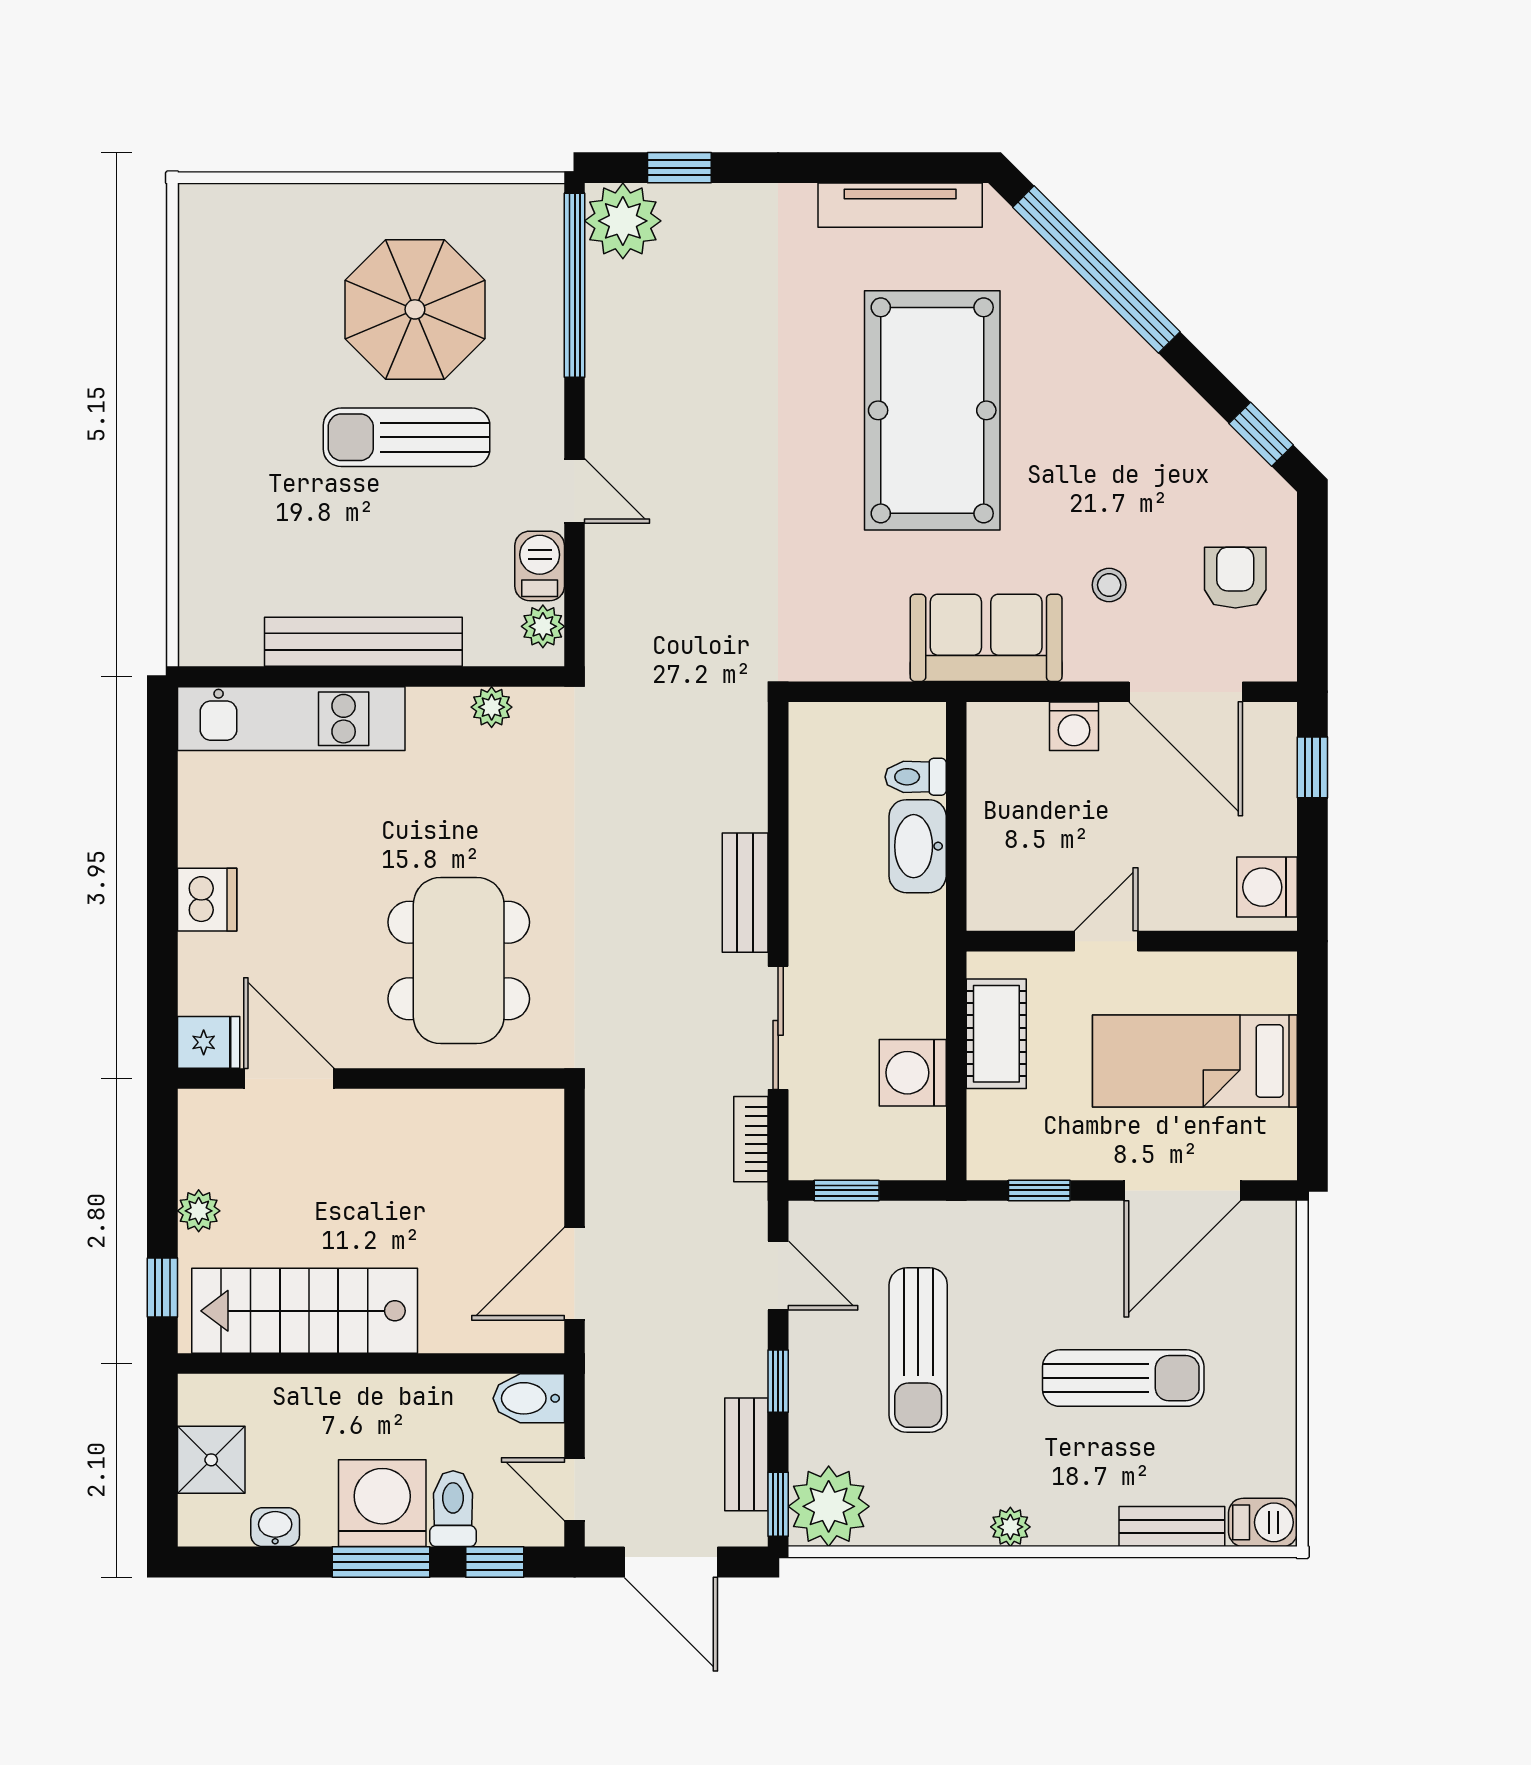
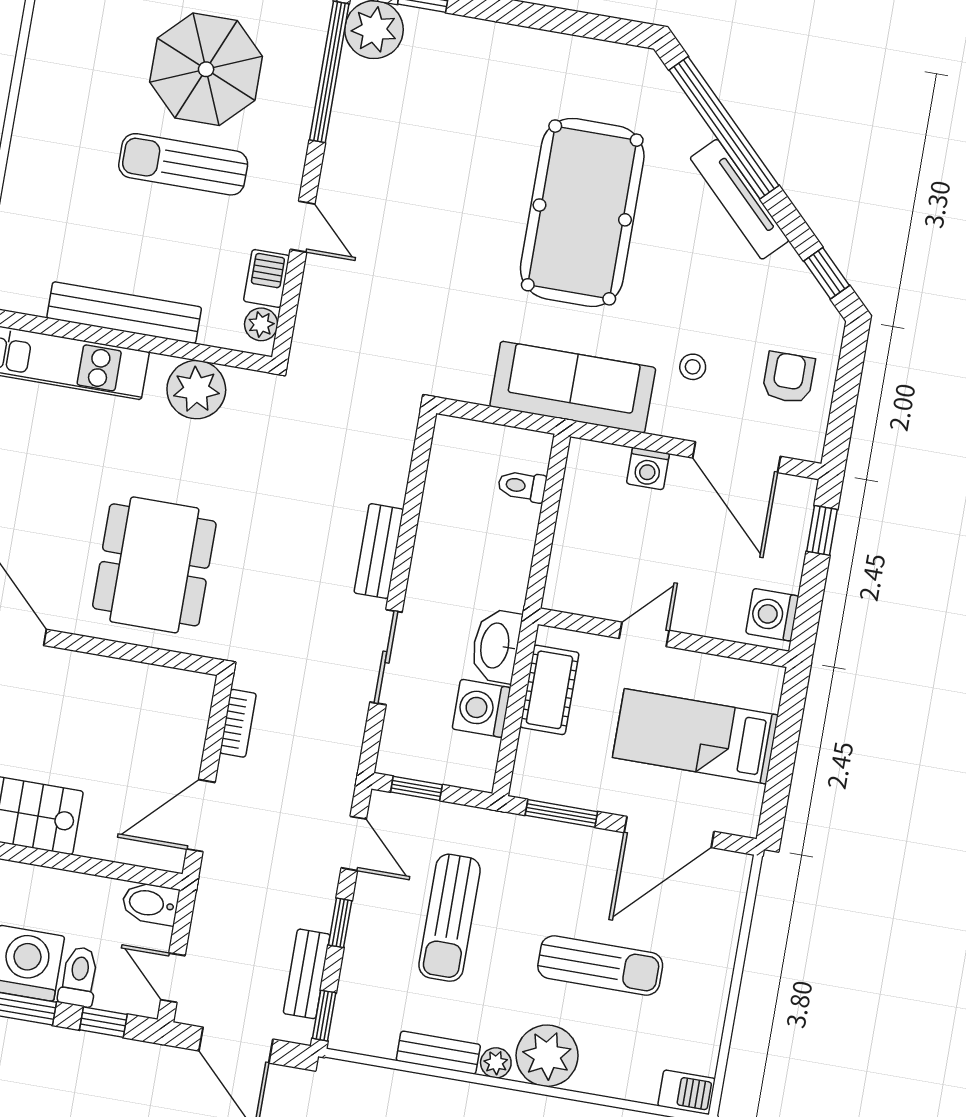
tv unit: (900, 205) -> (739, 199), moved, turned 45
sofa: (986, 638) -> (573, 387), width x1.36
plant: (492, 707) -> (196, 390), width x1.87, depth x1.87
washbasin: (918, 846) -> (496, 646), moved
bookcase: (751, 1139) -> (238, 723), moved, turned 180
window: (1039, 1190) -> (561, 813), width x1.50
plant: (829, 1506) -> (547, 1056), moved
bench: (1172, 1527) -> (438, 1053), moved

